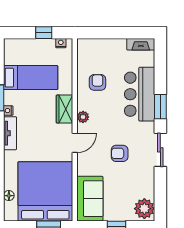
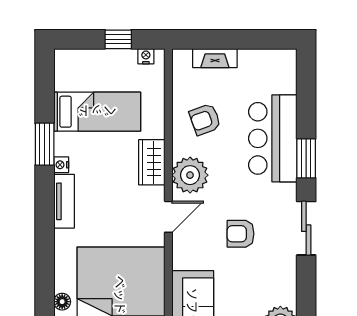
fireplace: (141, 44) -> (215, 58), moved
armchair: (97, 82) -> (205, 119), turned -110
plant: (83, 117) -> (190, 175), width x1.88, depth x1.88

